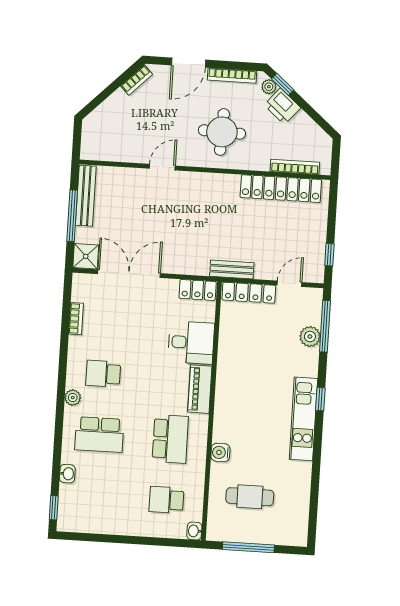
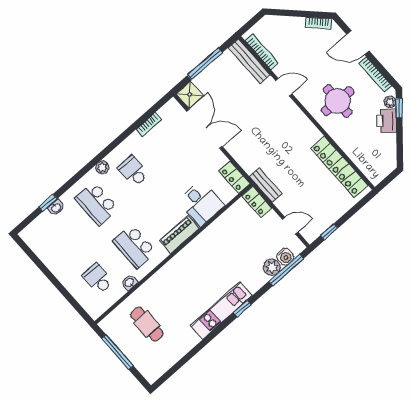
bookcase: (295, 167) -> (262, 52), moved
bench: (86, 196) -> (249, 61), moved, turned 90
locker: (249, 293) -> (257, 202), width x0.66
school desk: (170, 439) -> (134, 246), turned 90
water cooler: (220, 452) -> (285, 257), moved, turned 180
window: (54, 508) -> (48, 203), moved
washbasin: (194, 531) -> (129, 283), moved

